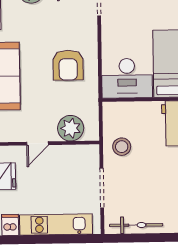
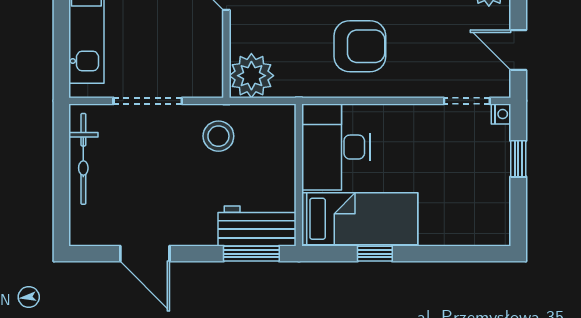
armchair: (68, 65) -> (360, 46), turned 180
plant: (71, 128) -> (251, 76), moved

